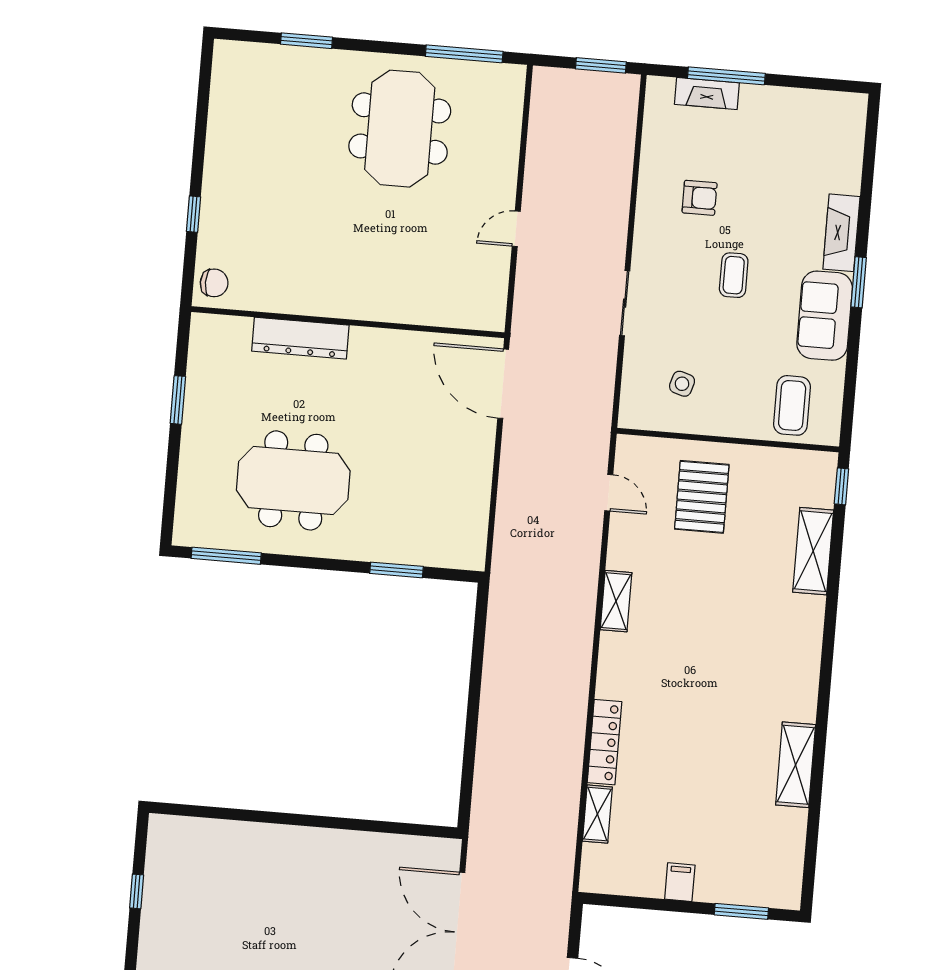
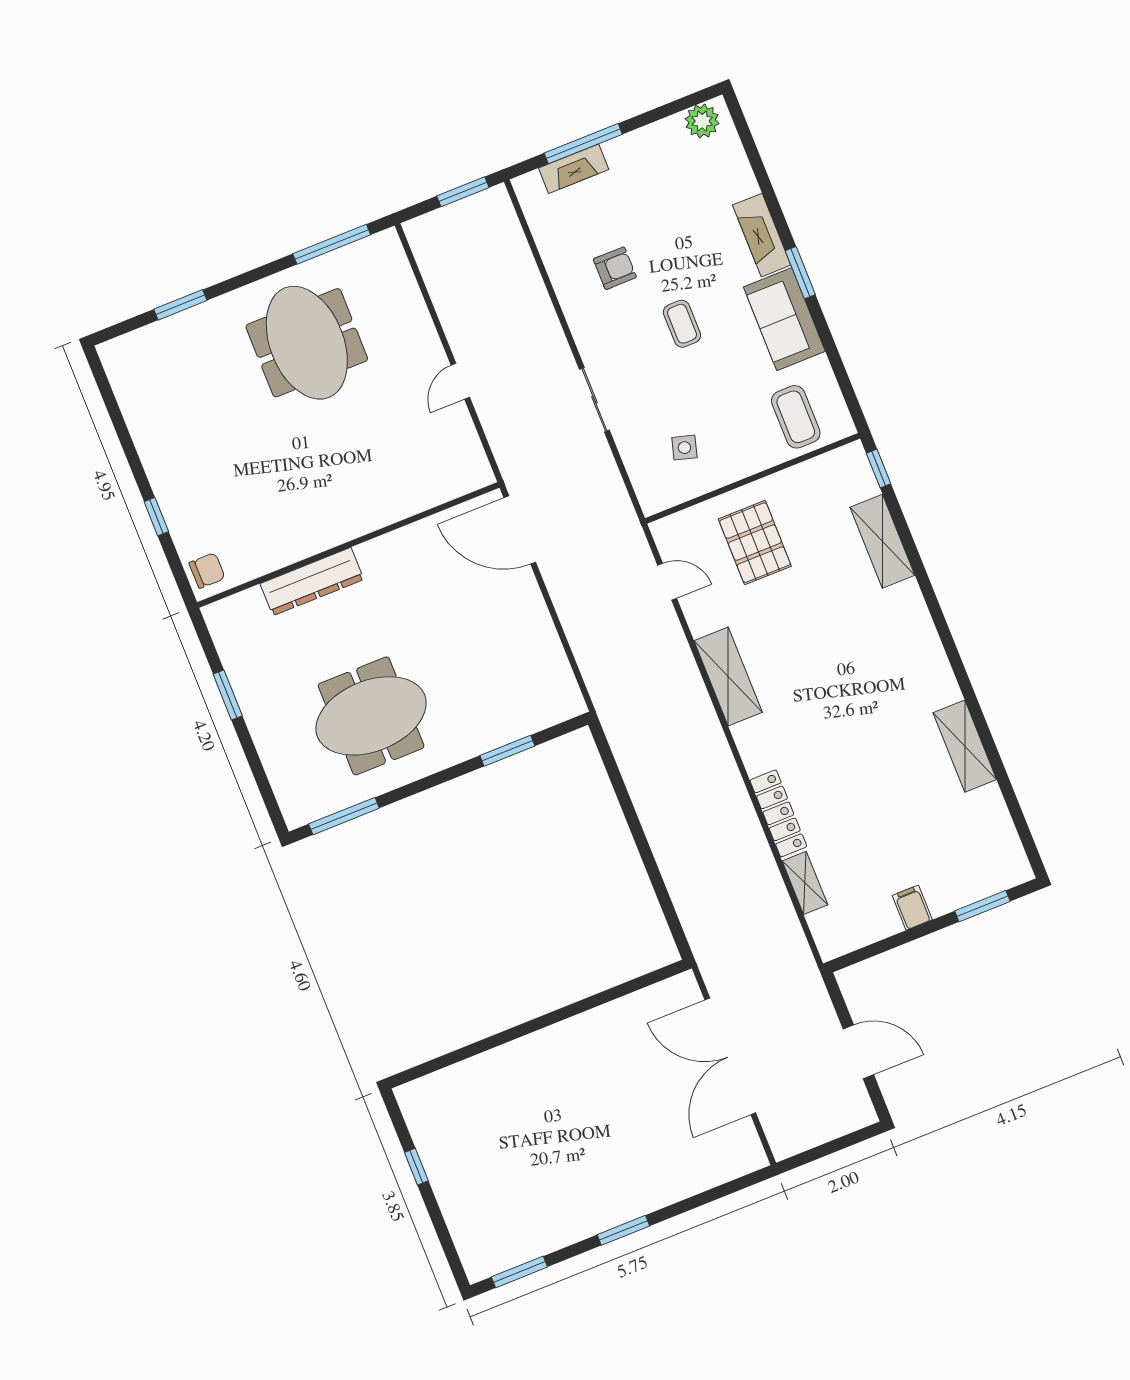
plant: (839, 108) -> (702, 121), added
shelving: (616, 601) -> (728, 677), width x1.50, depth x1.33

